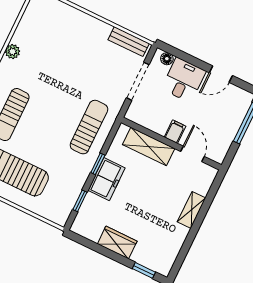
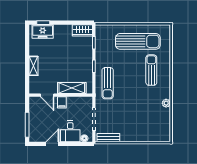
freezer: (107, 179) -> (43, 31), moved, turned -90
wardrobe: (117, 243) -> (82, 30), moved

